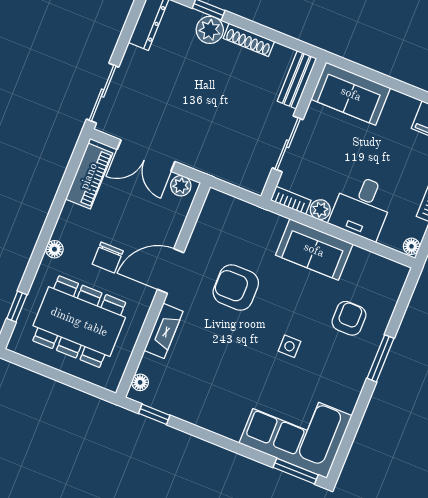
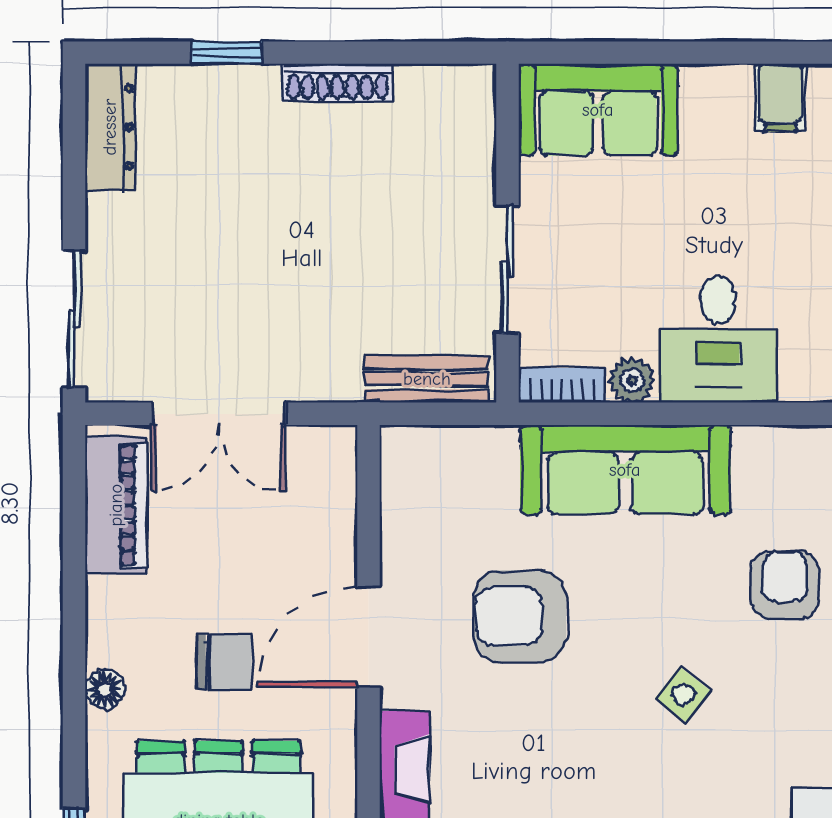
plant: (210, 30) -> (247, 95), removed
bench: (297, 80) -> (427, 379), moved, turned 90
plant: (181, 186) -> (318, 448), removed
sofa: (314, 250) -> (625, 470), width x1.36
chair: (108, 258) -> (224, 662), turned -90
side table: (289, 346) -> (683, 695), turned 38

